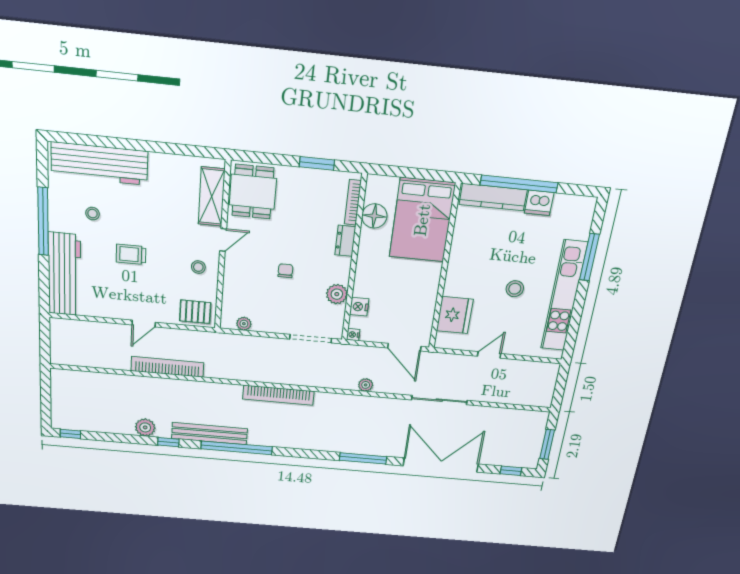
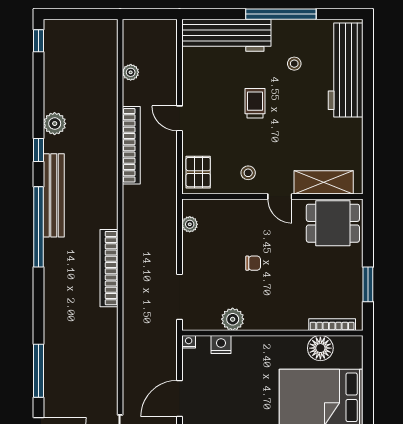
dresser: (345, 241) -> (291, 322), removed
plant: (366, 385) -> (131, 72), moved

